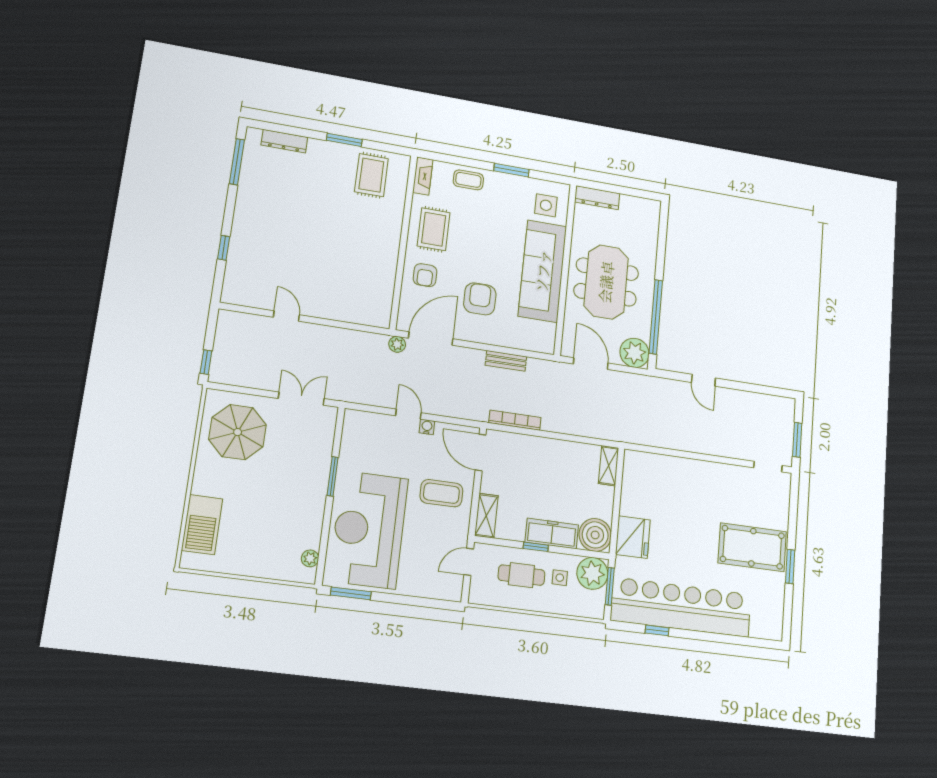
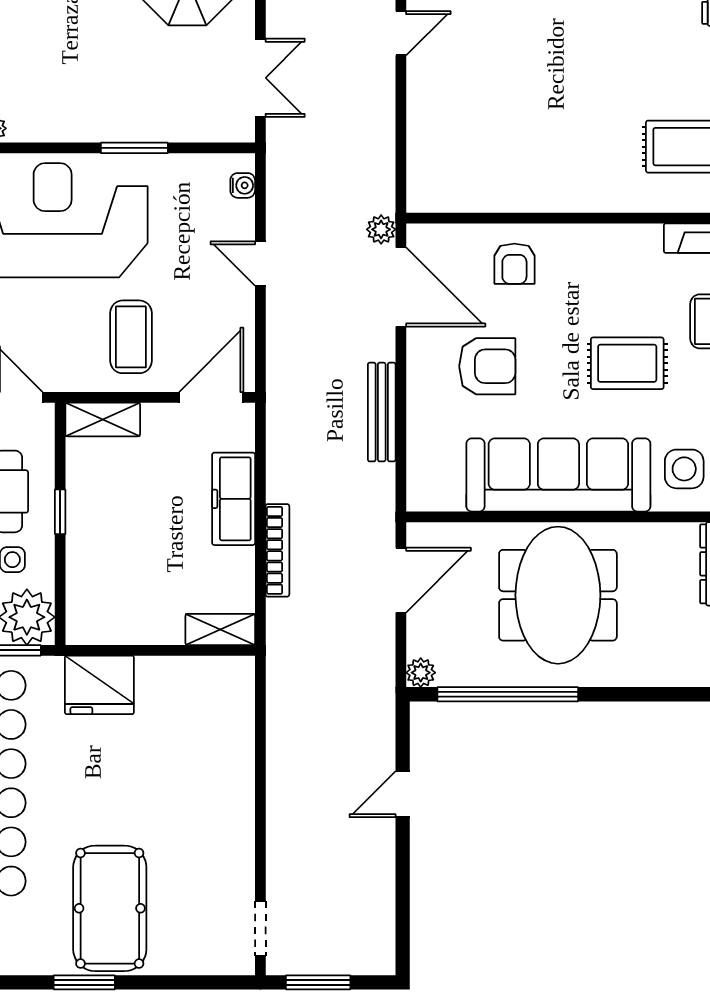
rug: (434, 229) -> (627, 363), moved
armchair: (425, 275) -> (514, 264), turned -90
meeting table: (606, 282) -> (558, 595), turned 90
plant: (635, 353) -> (421, 673), width x0.53, depth x0.53
bench: (506, 361) -> (382, 412), width x1.36
door: (408, 414) -> (260, 264), swing flipped
bookcase: (515, 420) -> (277, 550), moved
water cooler: (427, 427) -> (243, 185), moved
freezer: (552, 534) -> (234, 499), moved, turned 180
boiler: (595, 535) -> (94, 616), removed

